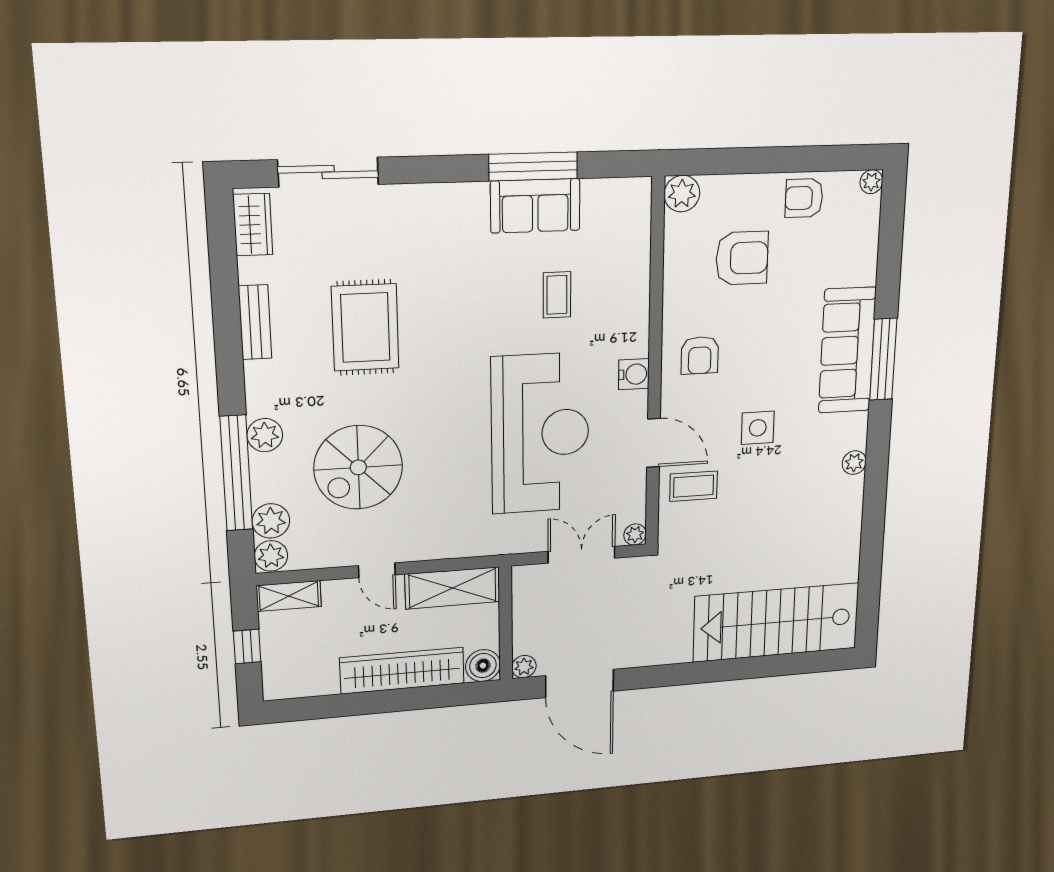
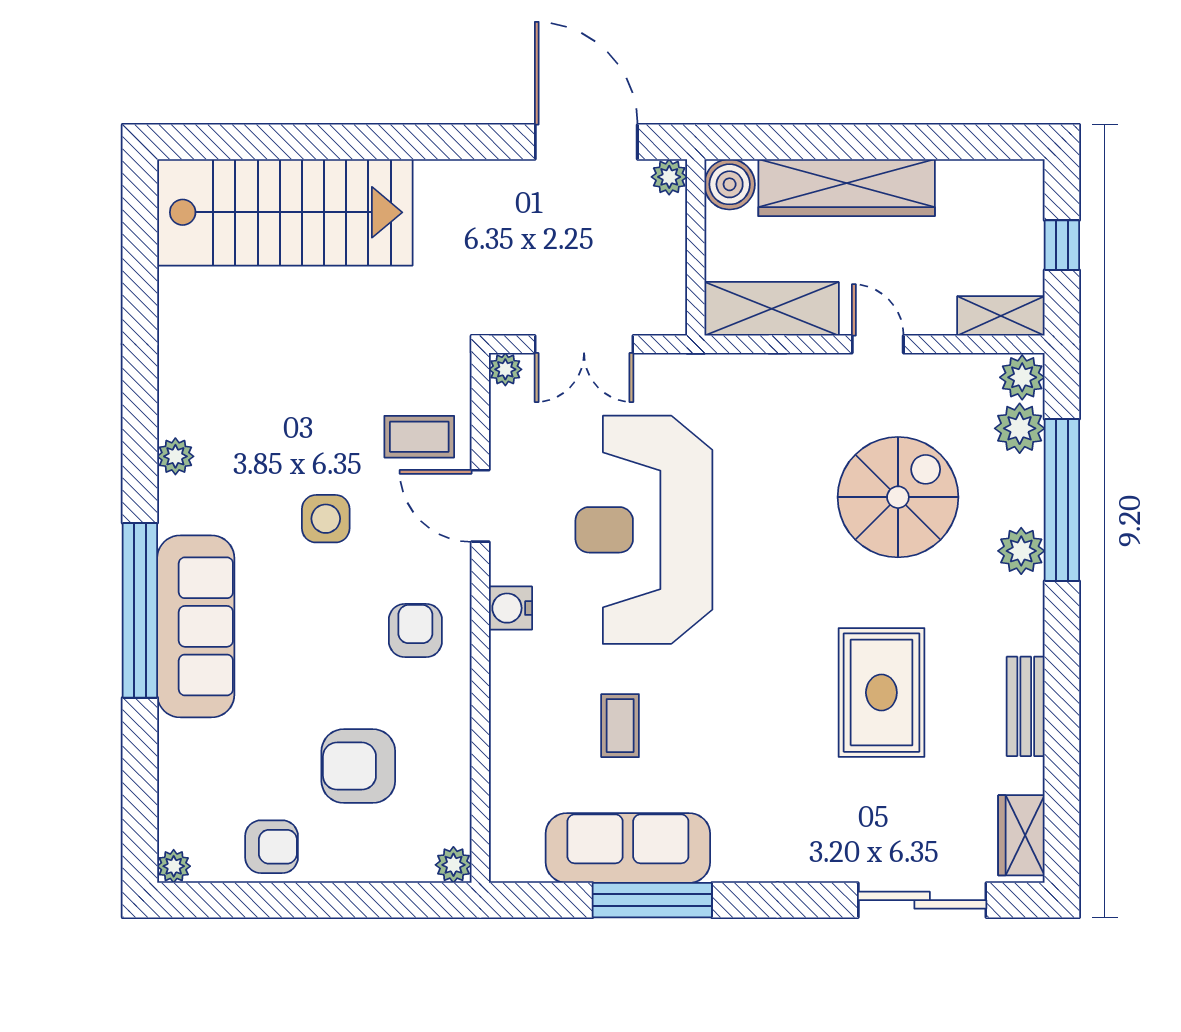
plant: (682, 194) -> (453, 865), width x0.73, depth x0.73
sofa: (535, 206) -> (628, 848), width x1.36
window: (883, 359) -> (140, 610), width x1.46

